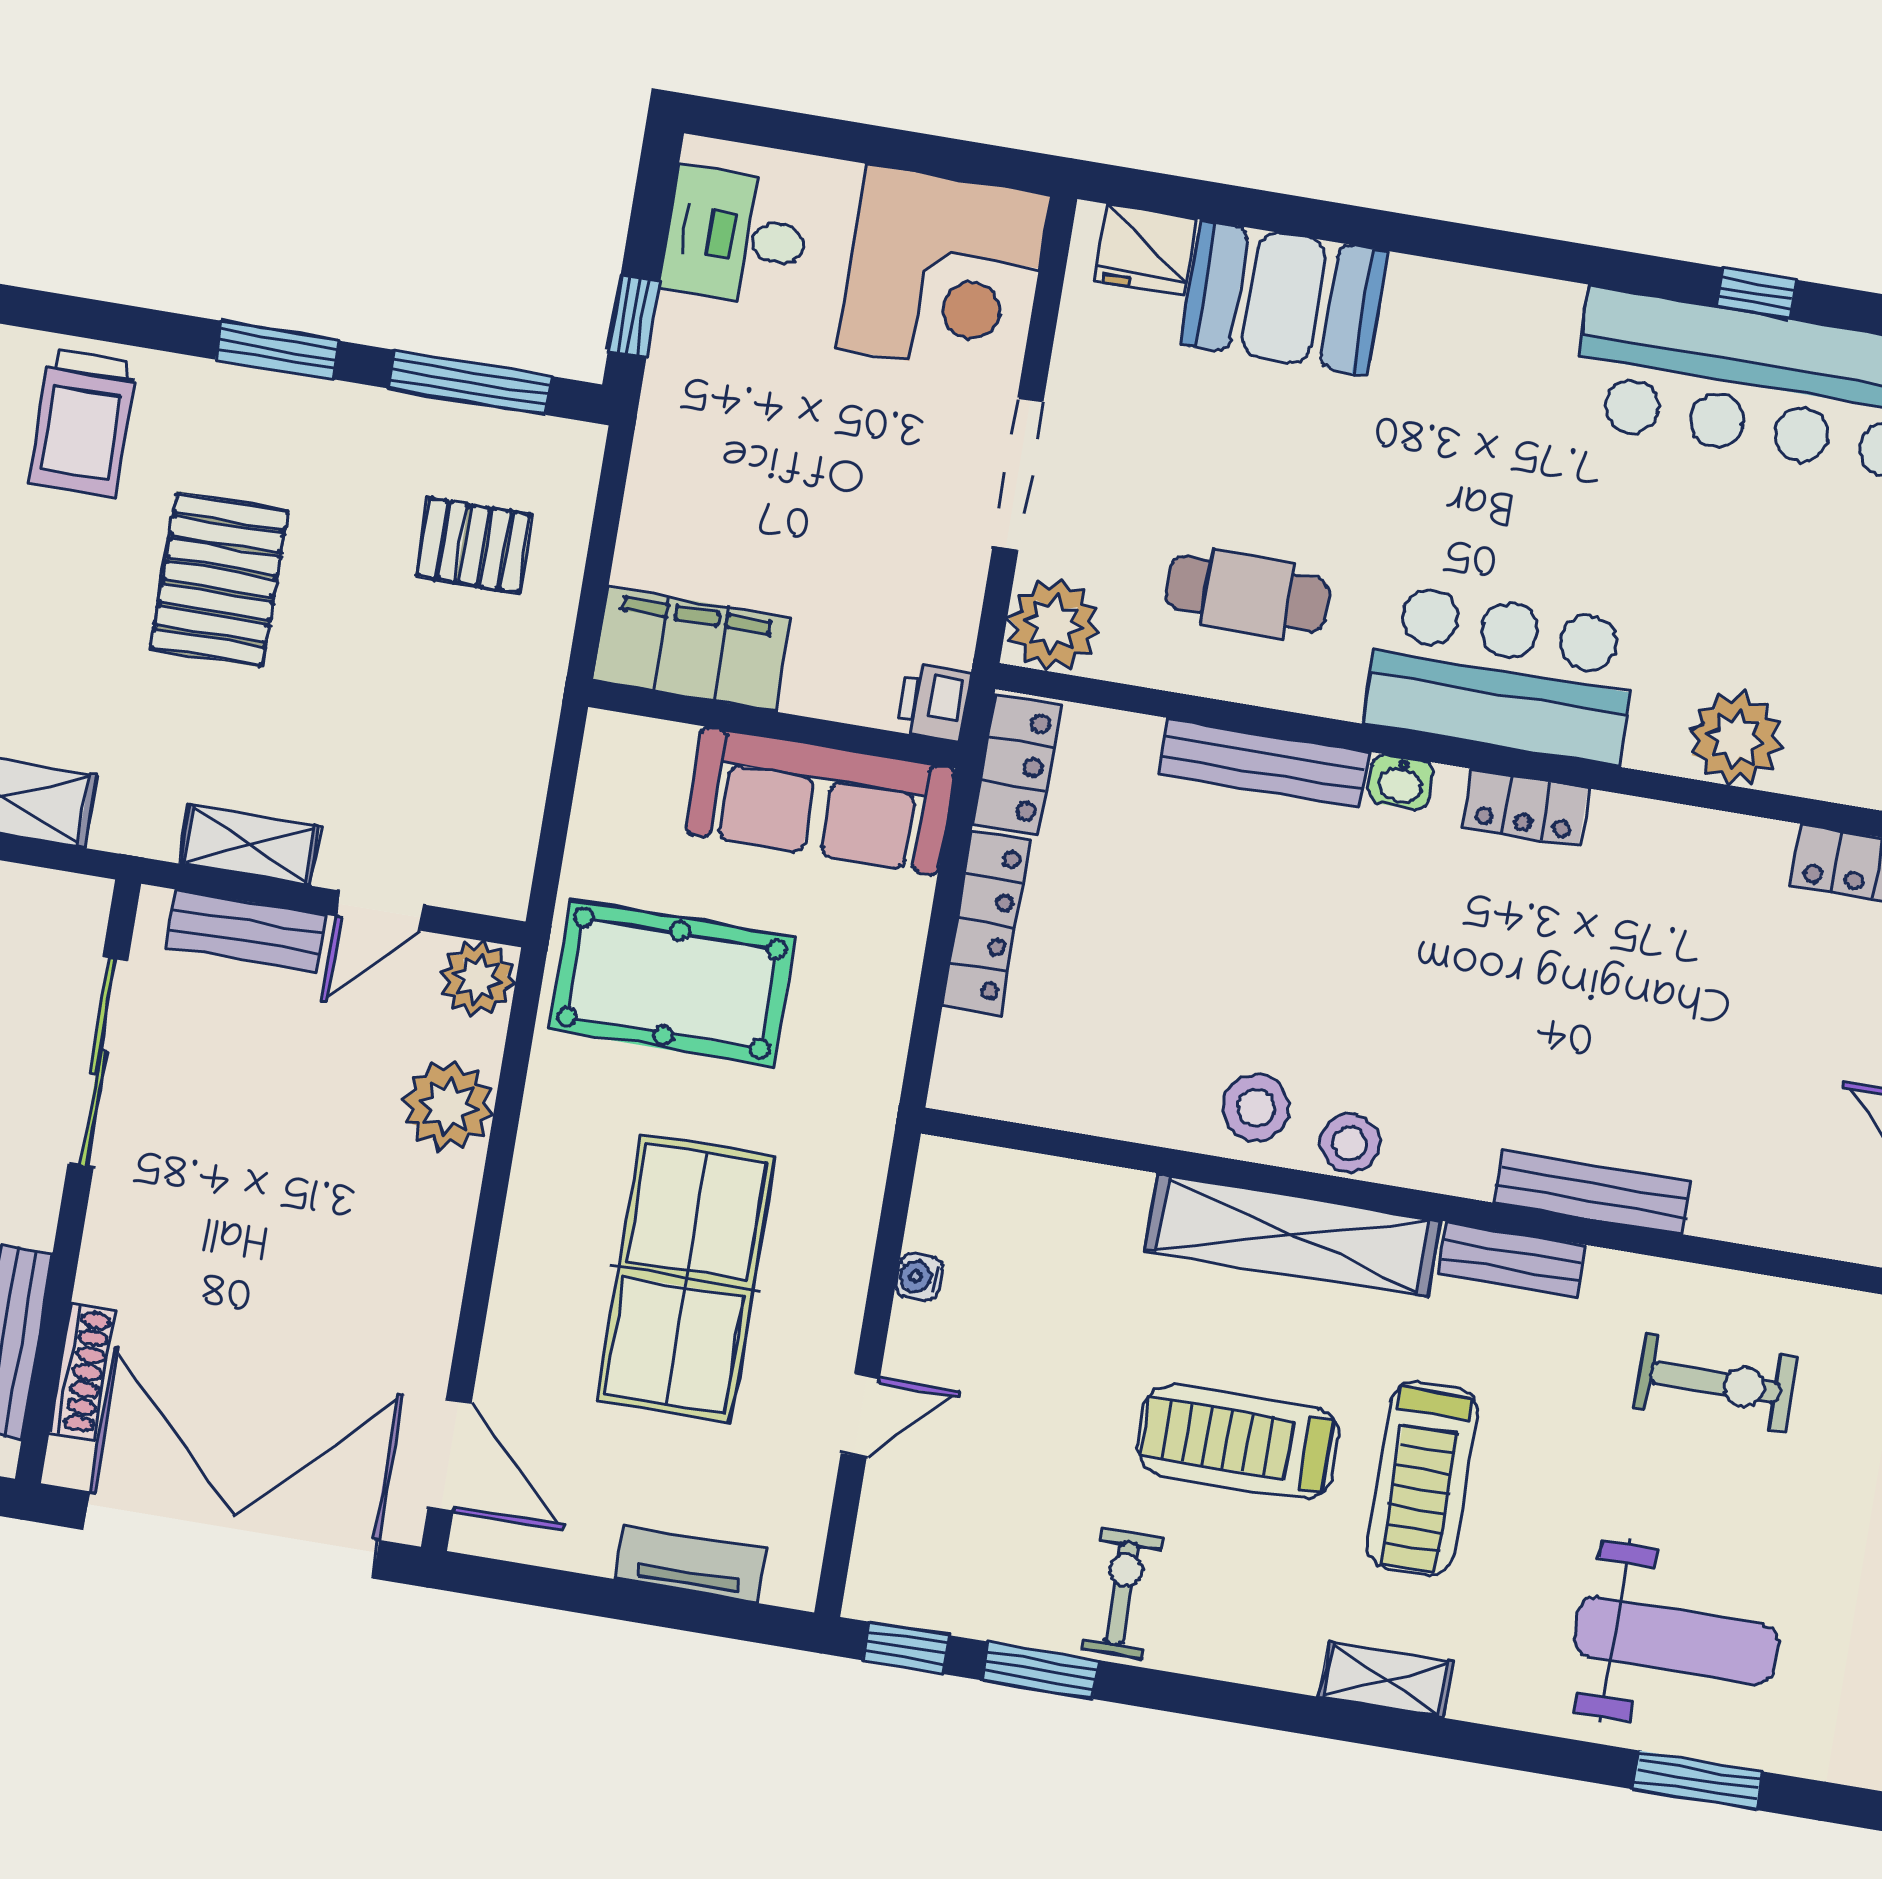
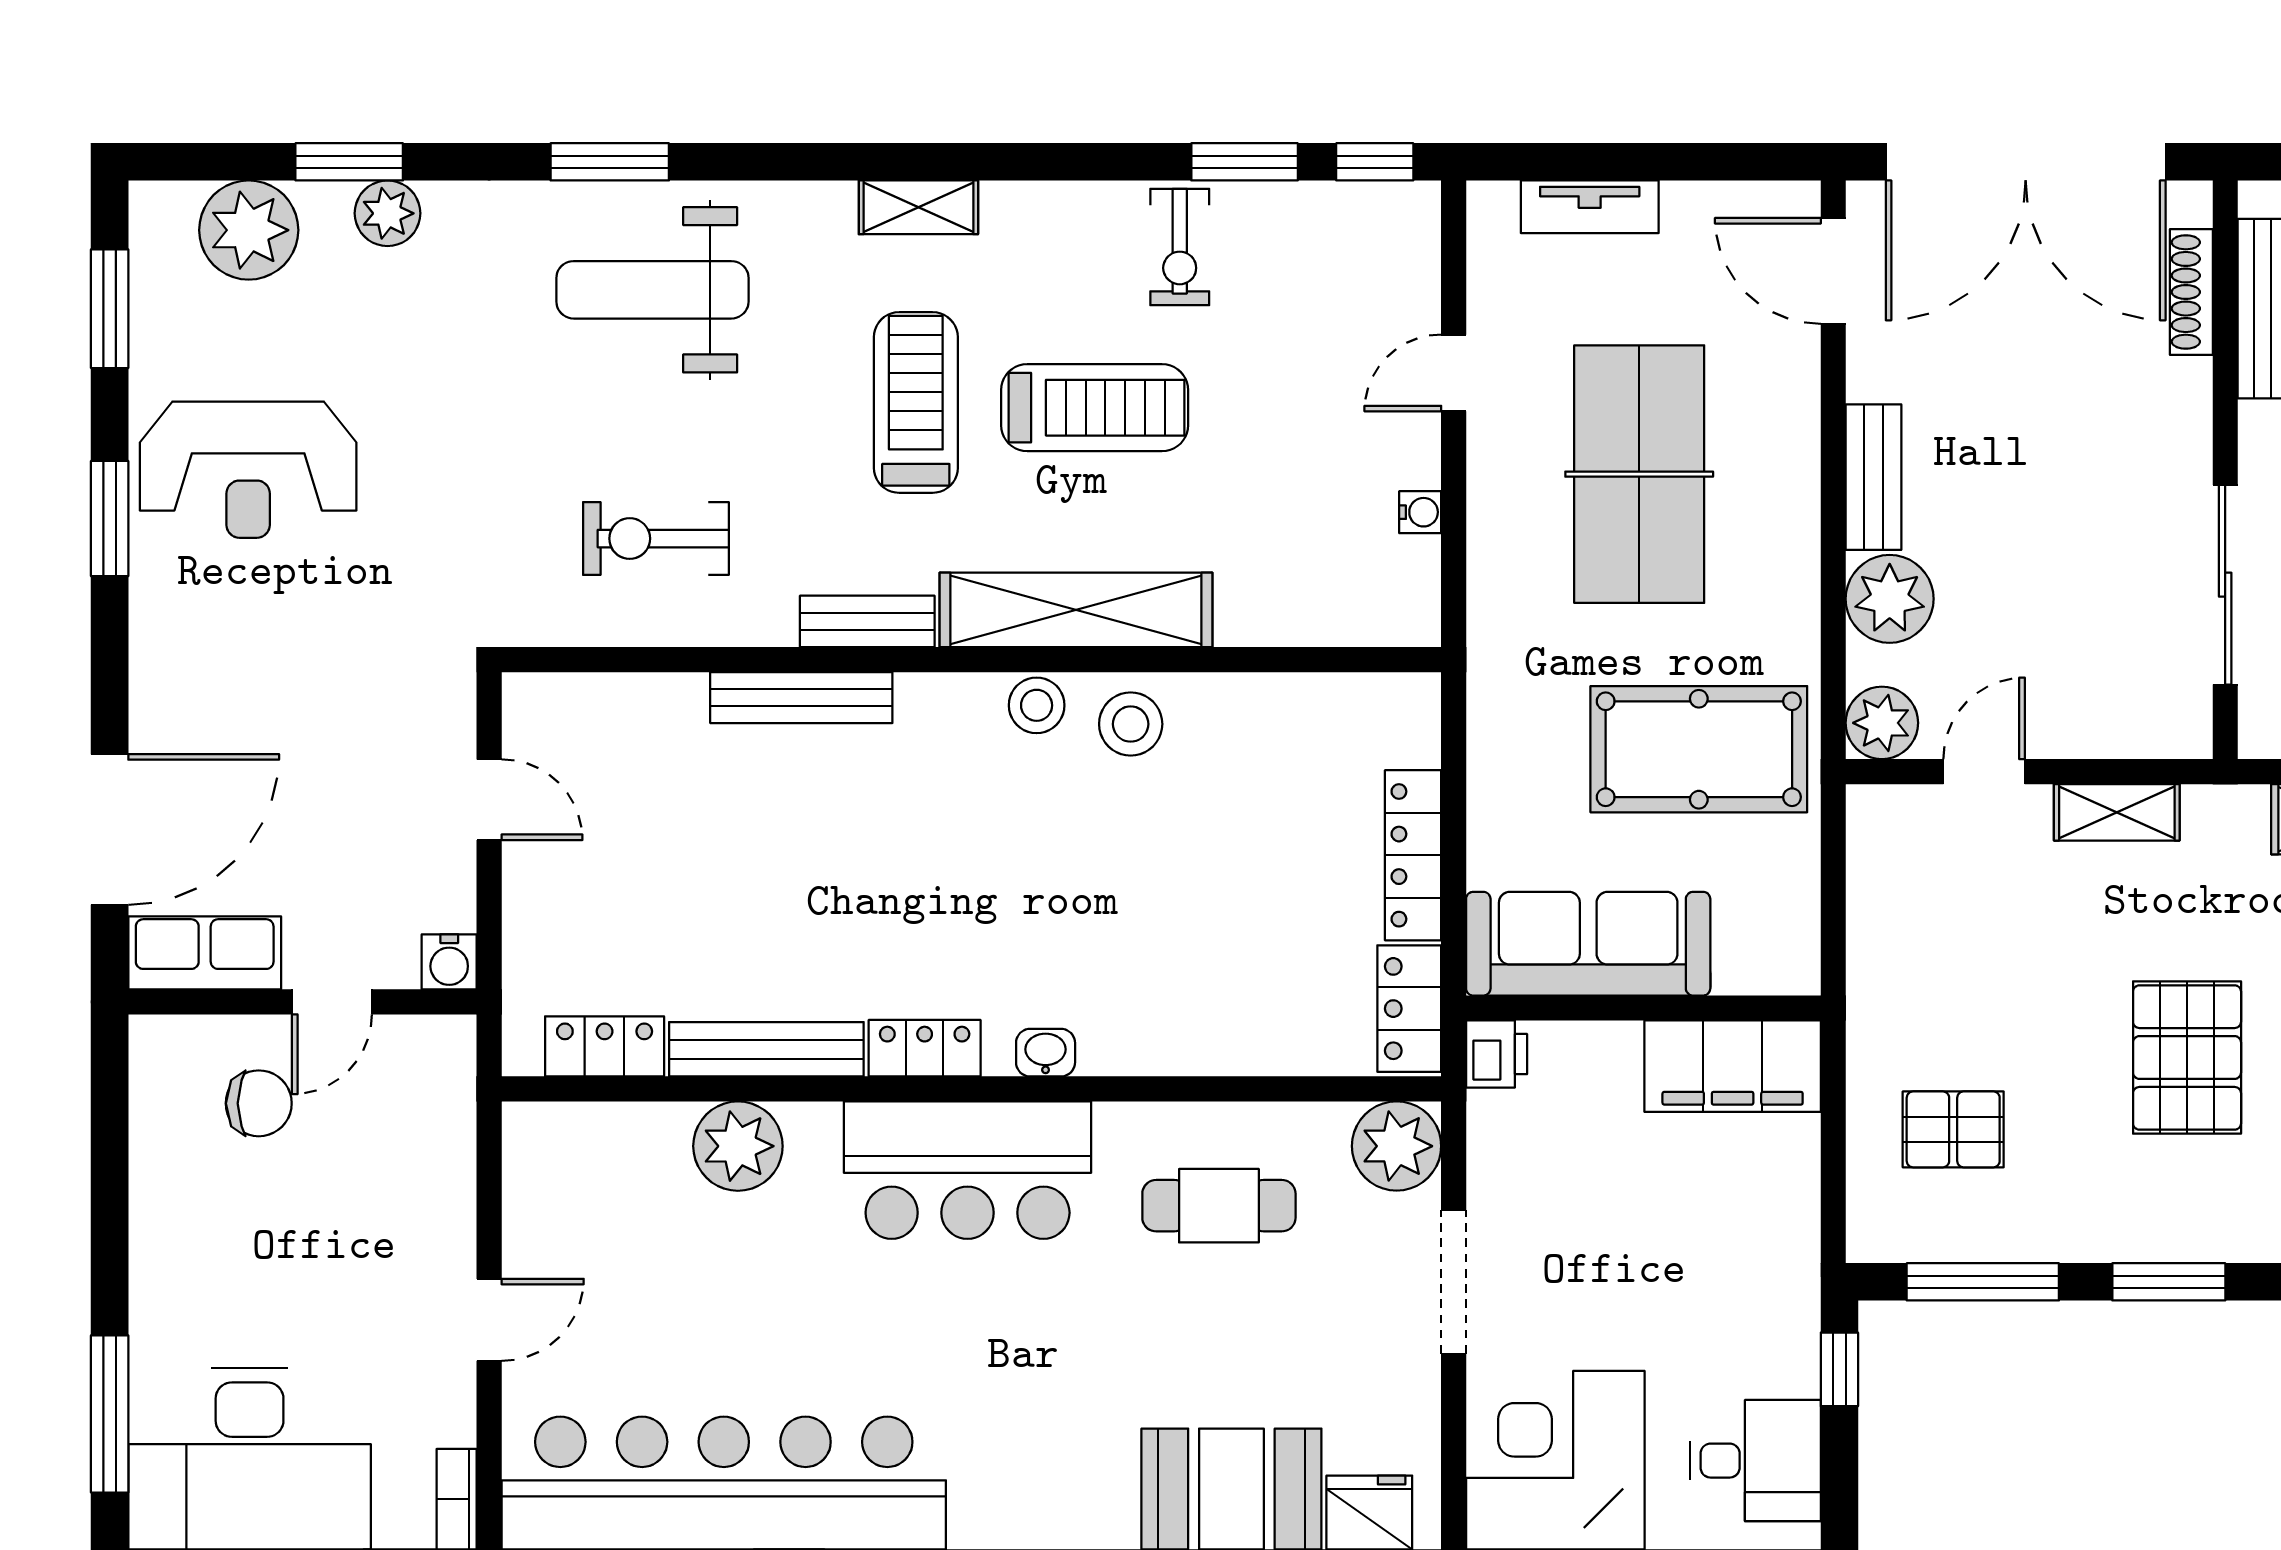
bench: (1264, 763) -> (766, 1049), moved
bench: (246, 931) -> (1873, 477), moved, turned 90

